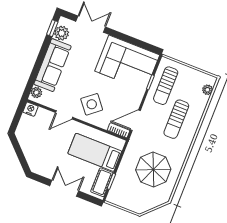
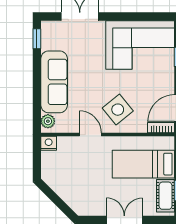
plant: (62, 33) -> (50, 40), removed
door: (64, 115) -> (90, 135), swing flipped

